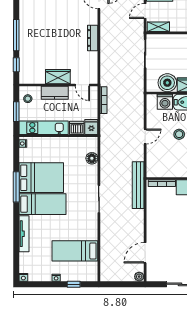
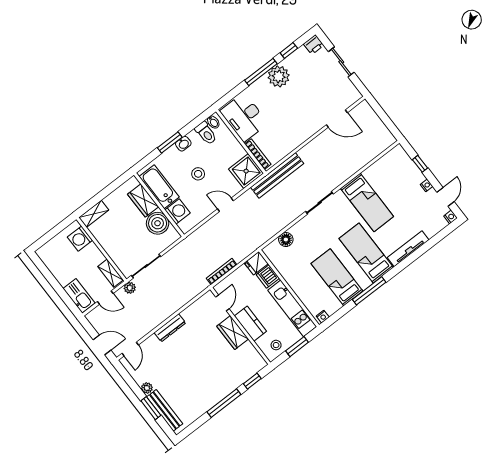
shower: (157, 167) -> (246, 171), added
bed: (41, 178) -> (337, 277), width x0.67
bed: (75, 251) -> (367, 202), moved
plant: (139, 277) -> (130, 288), moved
door: (39, 284) -> (446, 197), added

